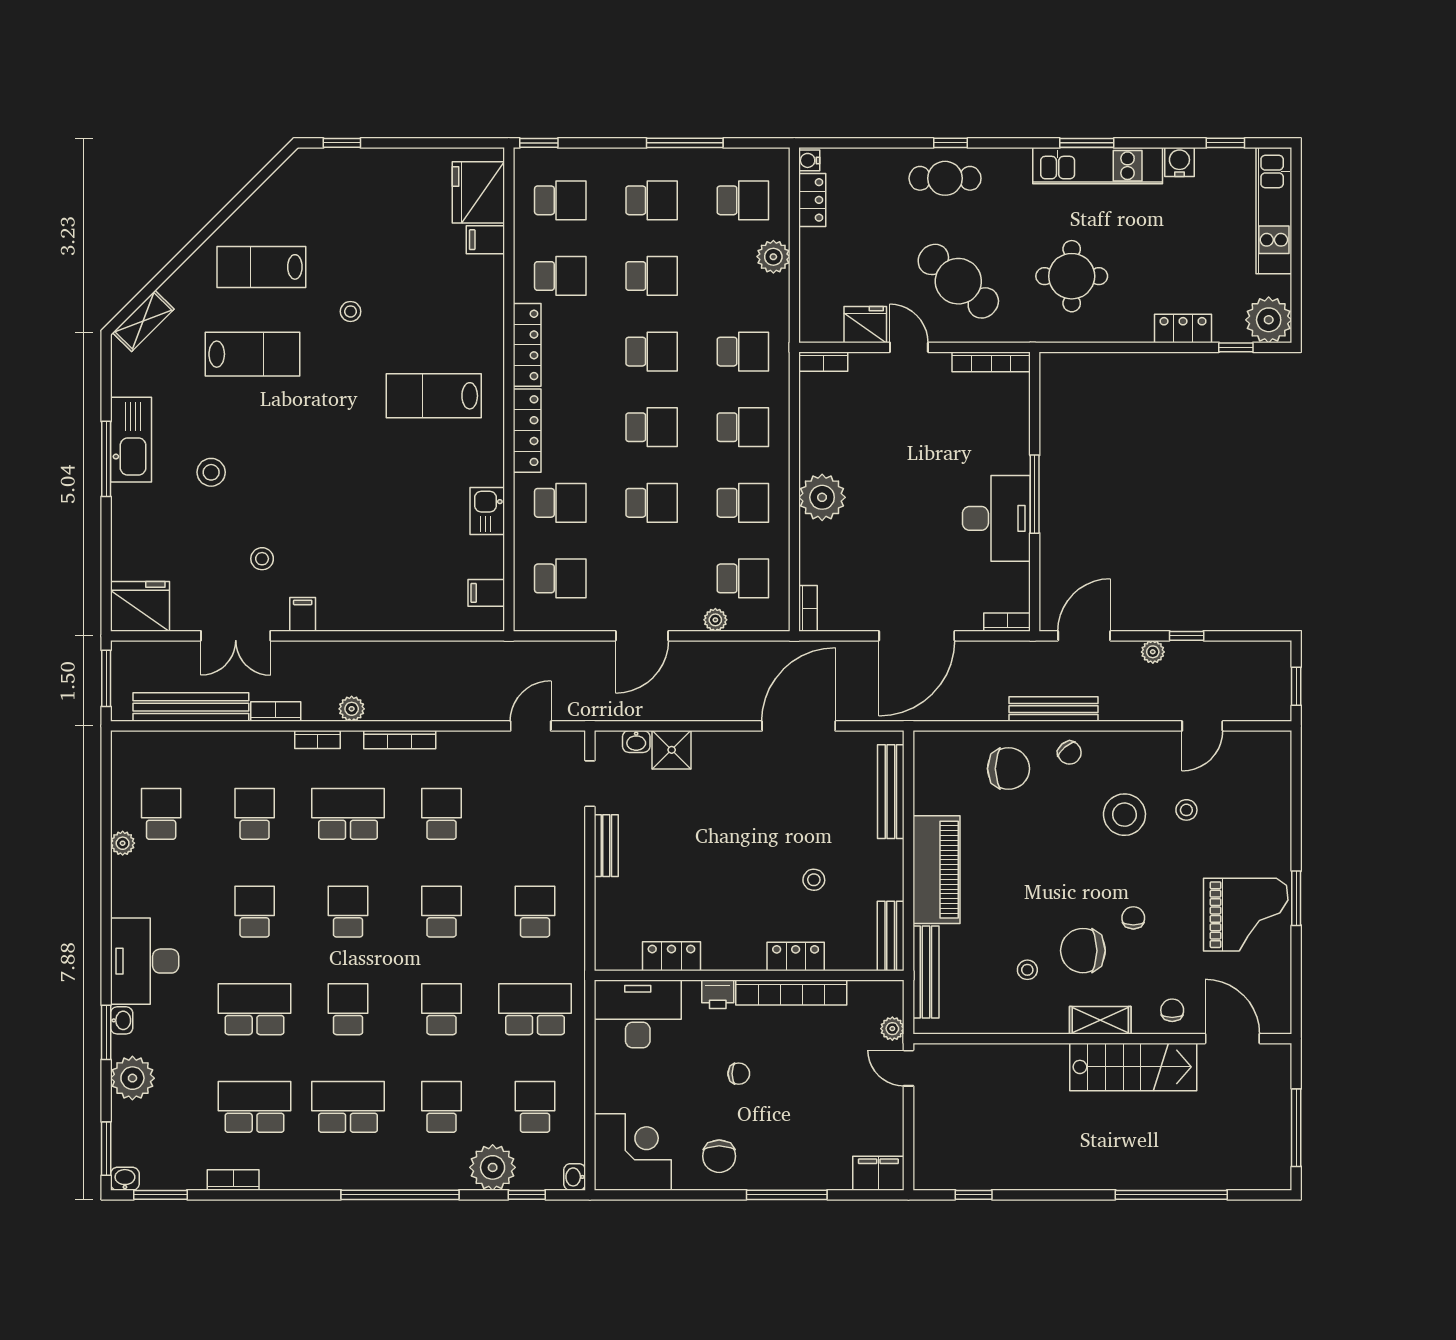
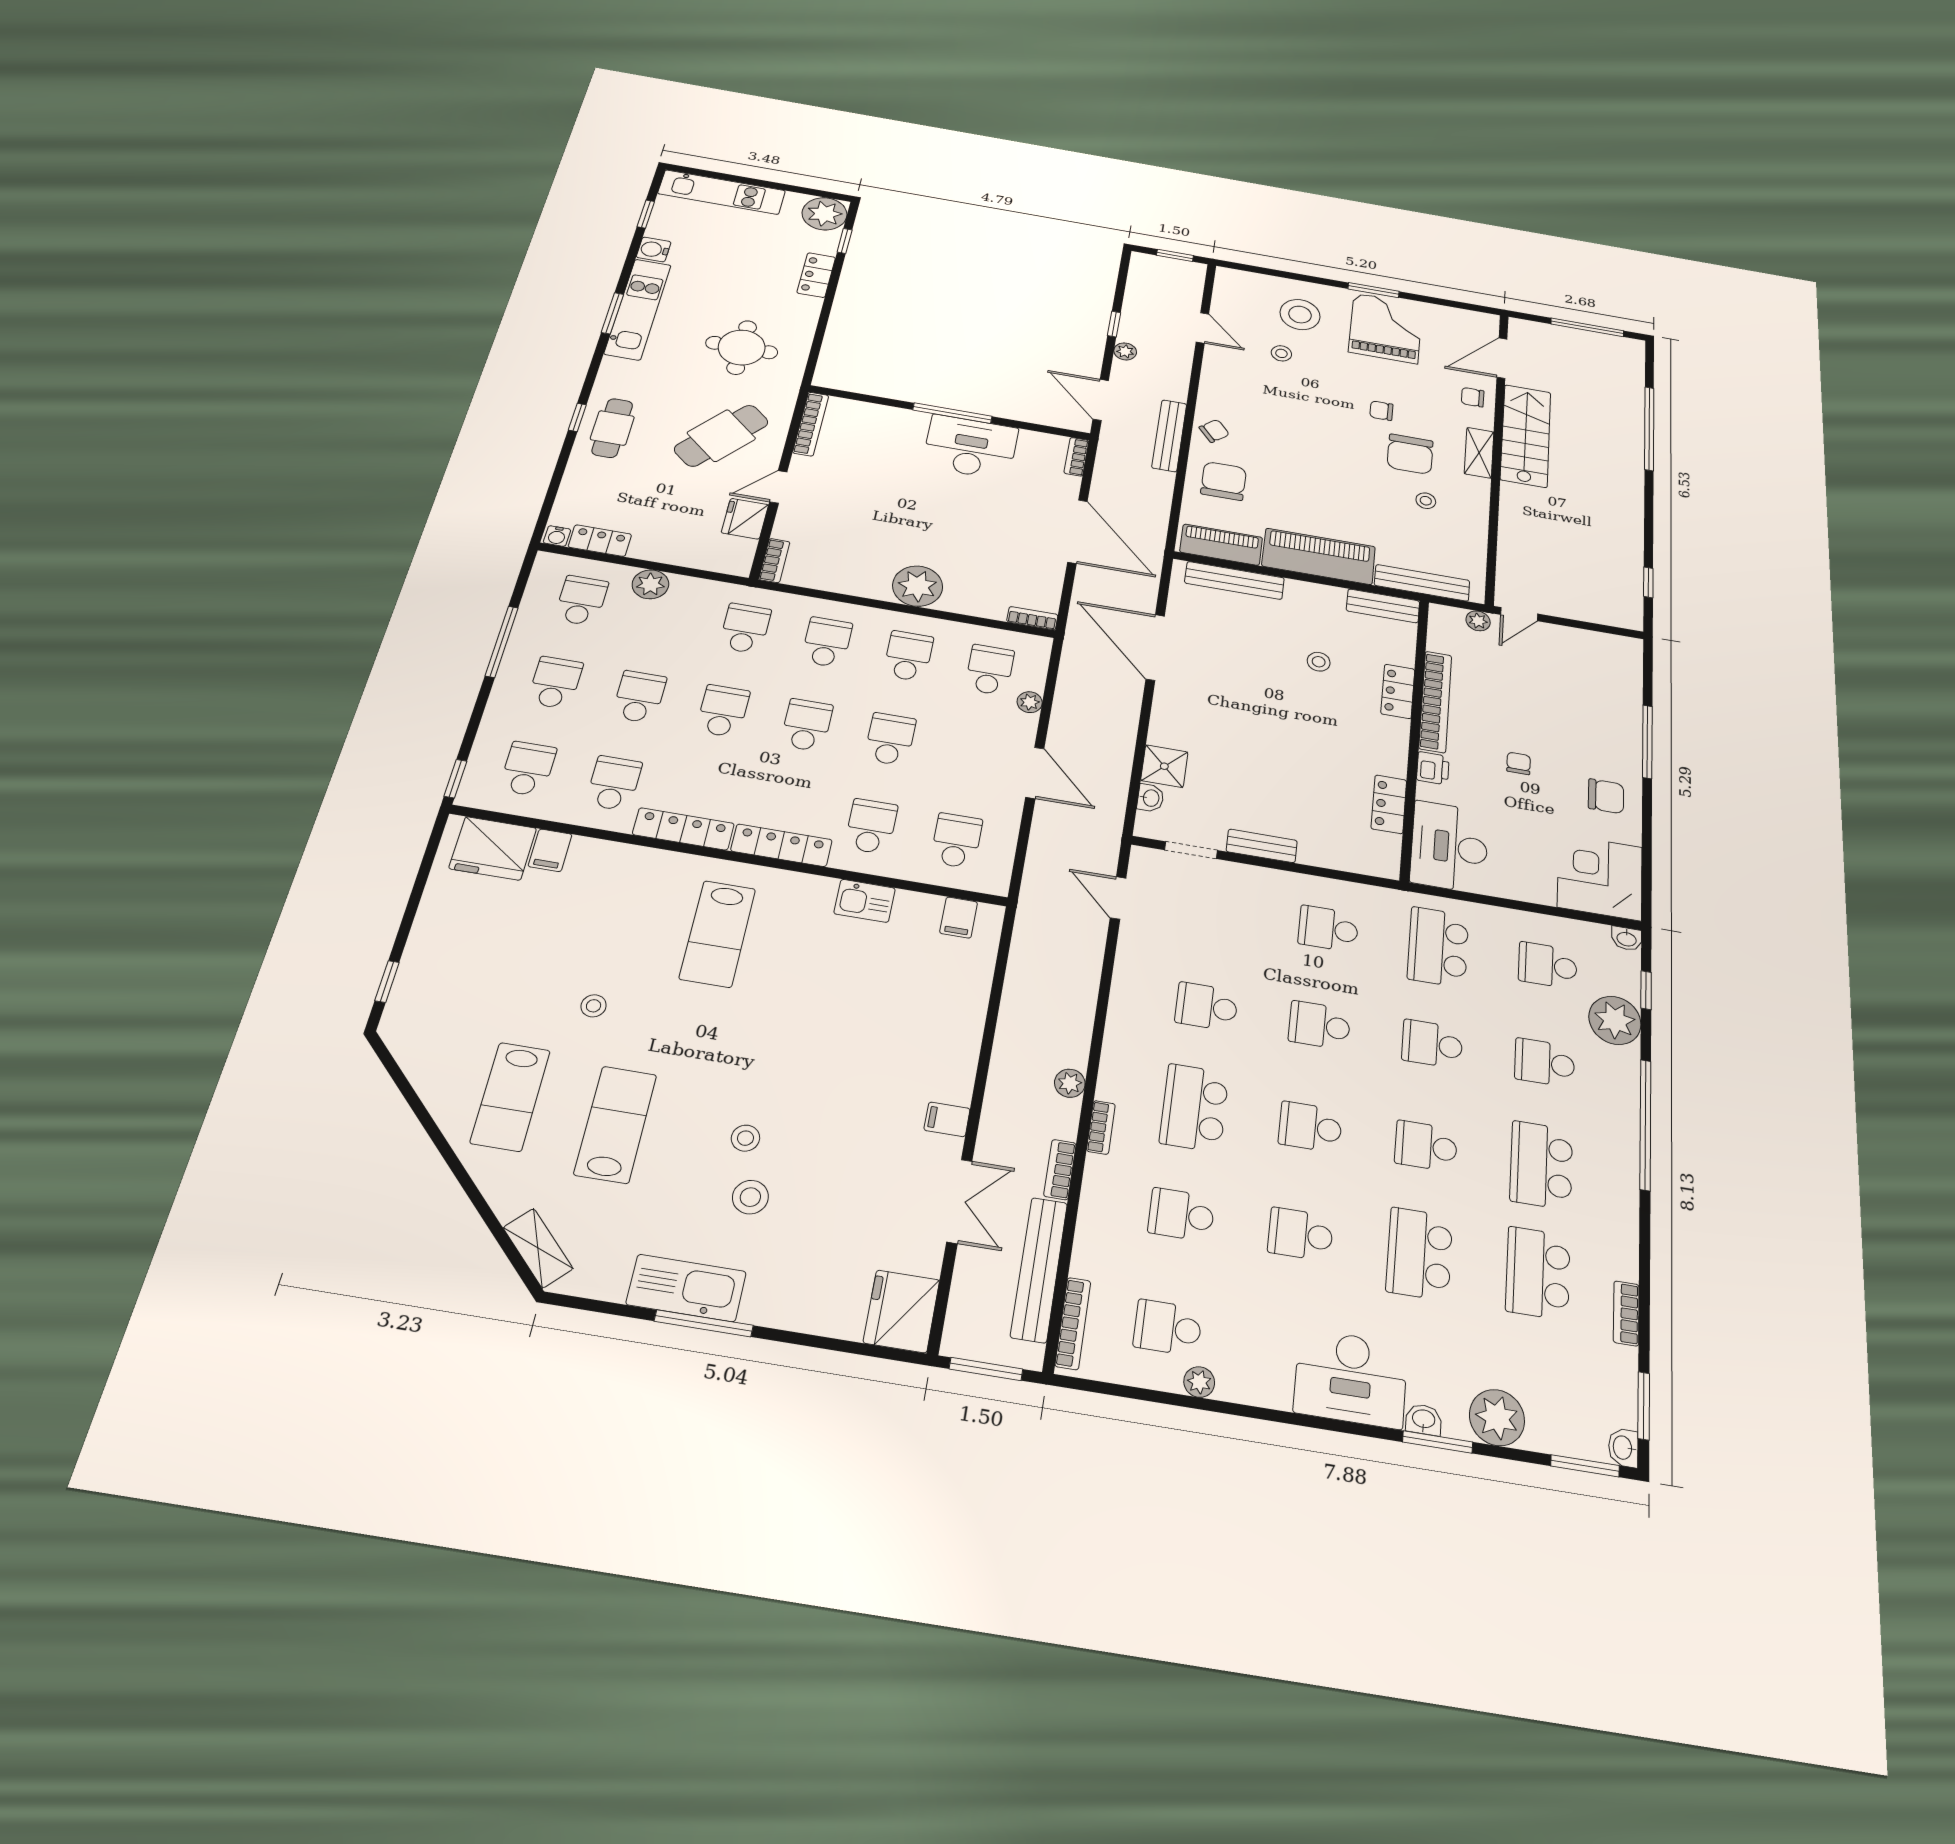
stool: (262, 559) -> (745, 1138), moved
bookcase: (400, 740) -> (1073, 1323), moved
piano: (930, 774) -> (1221, 545), added
stool: (1124, 815) -> (1300, 315), moved
filing cabinet: (878, 1173) -> (1626, 658), removed

